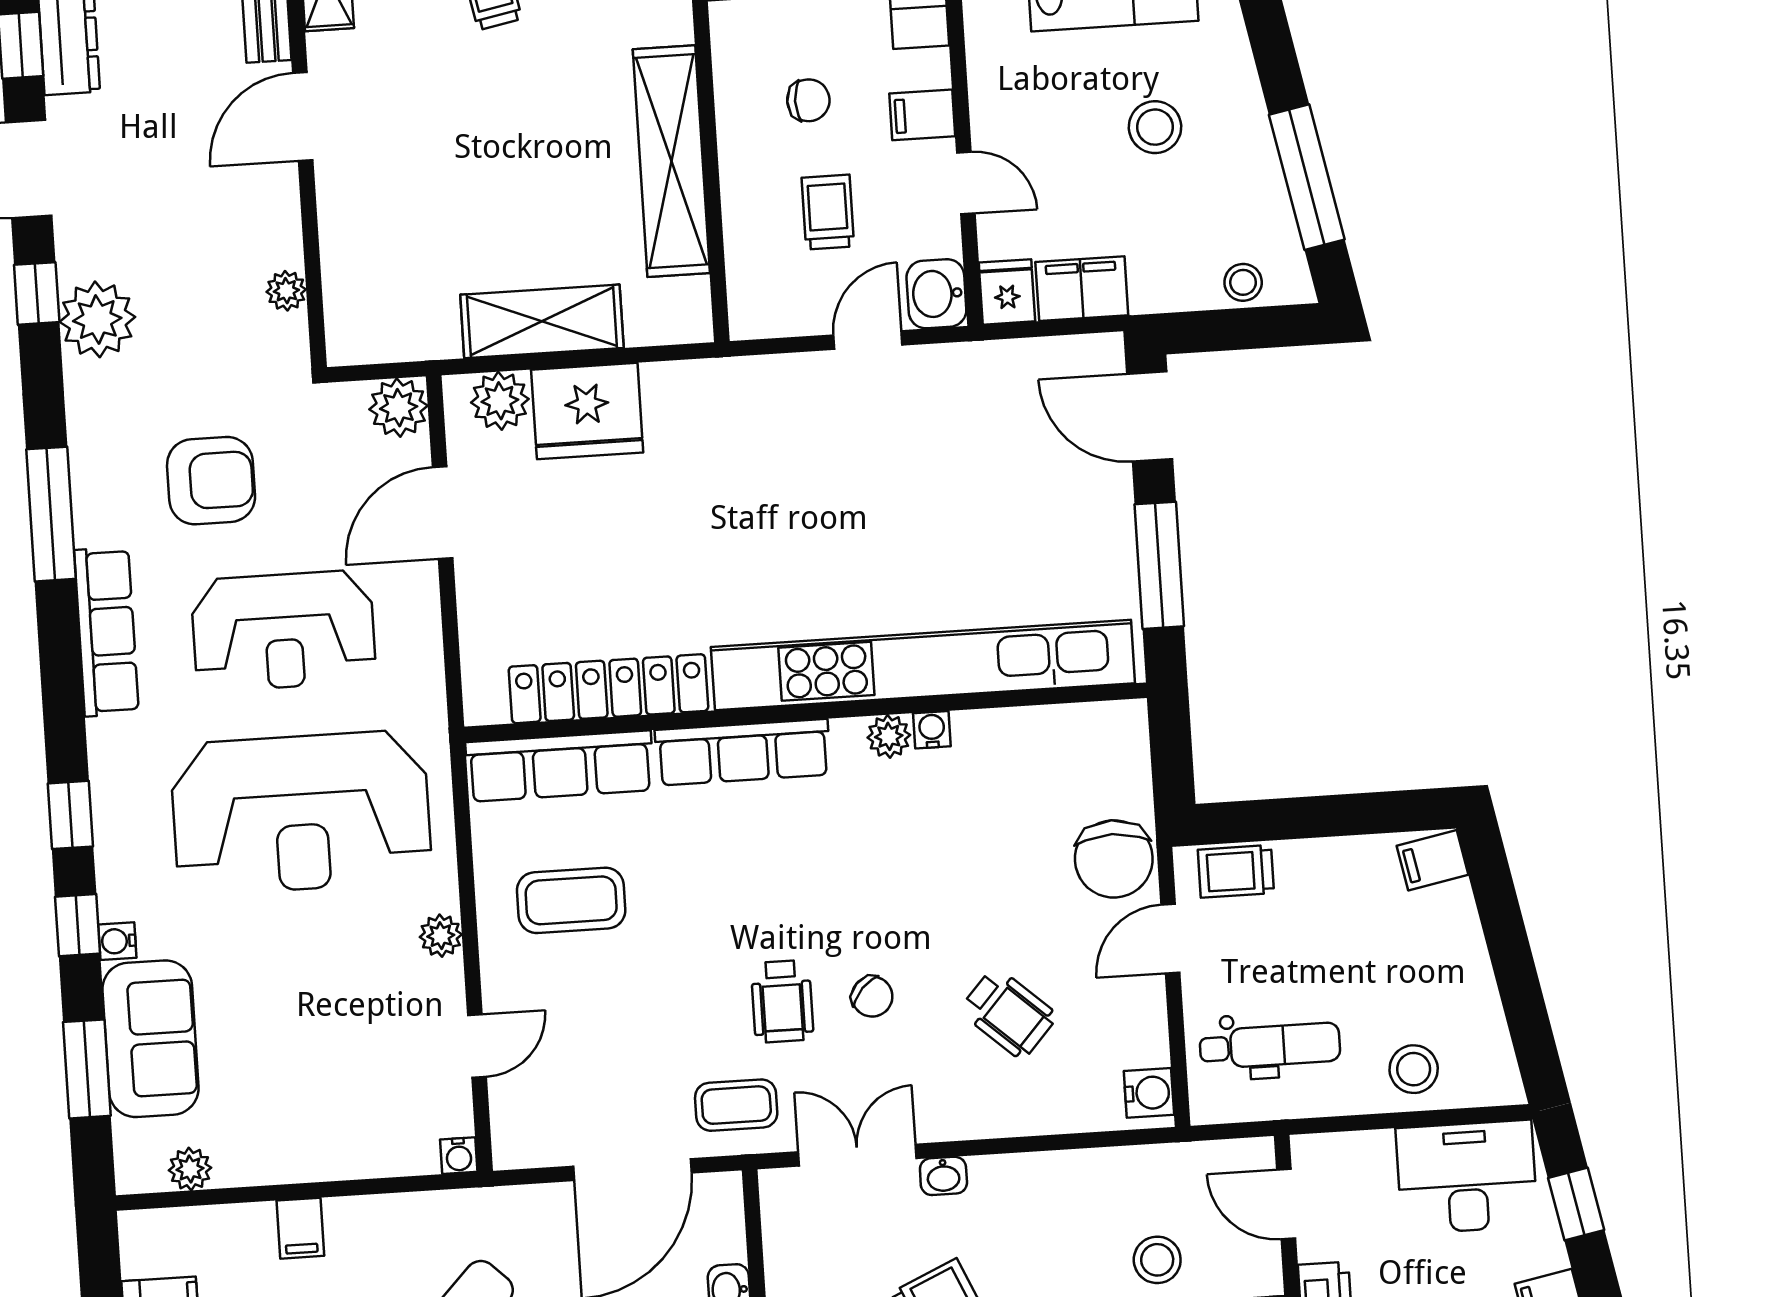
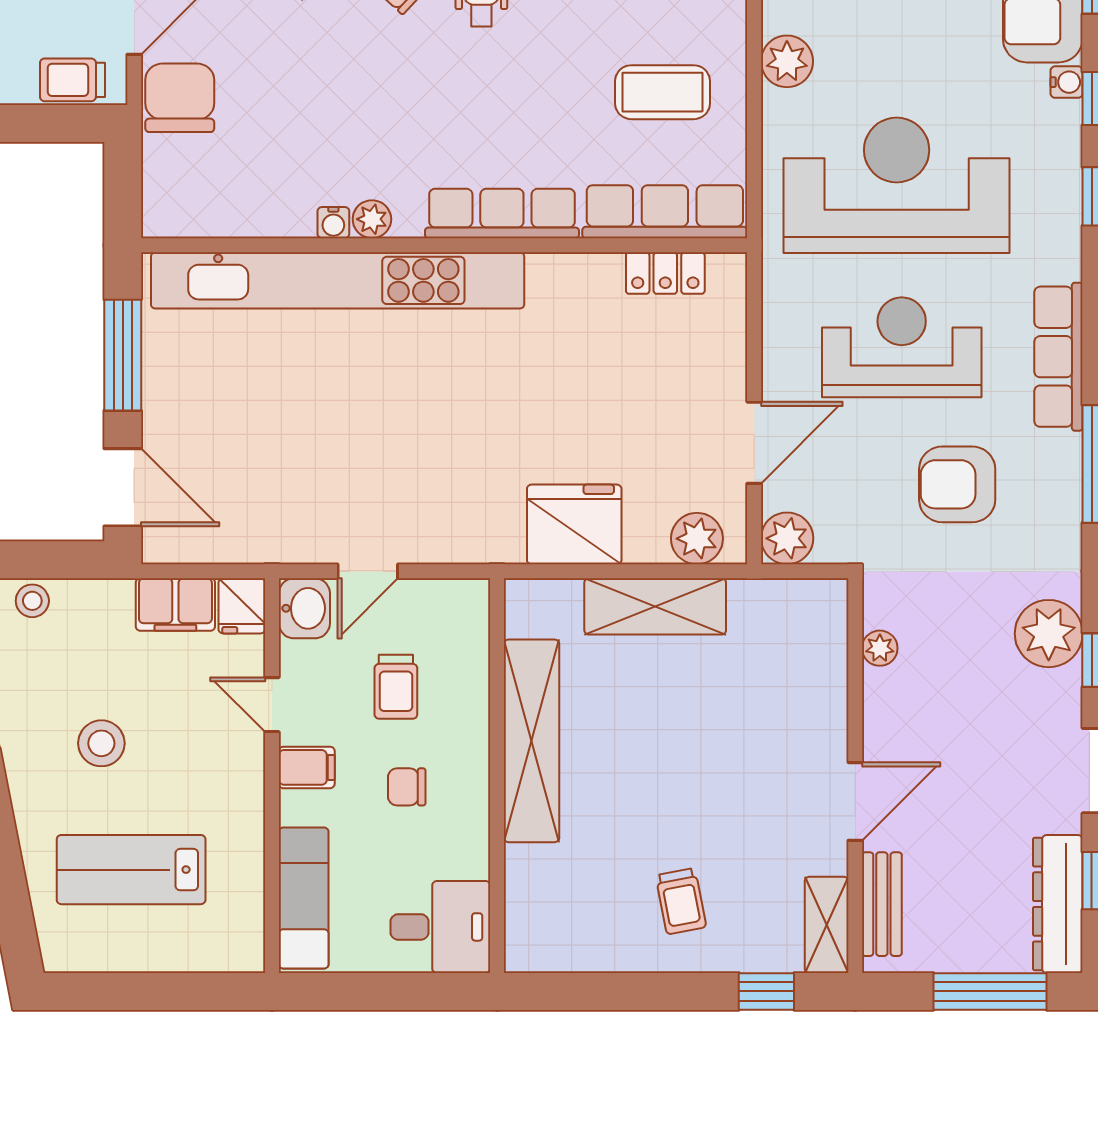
fridge: (587, 411) -> (574, 524), moved
locker: (608, 689) -> (665, 273), width x0.46, depth x0.83
trolley: (1236, 871) -> (72, 80), turned 180
plant: (441, 936) -> (787, 61), width x1.38, depth x1.38

